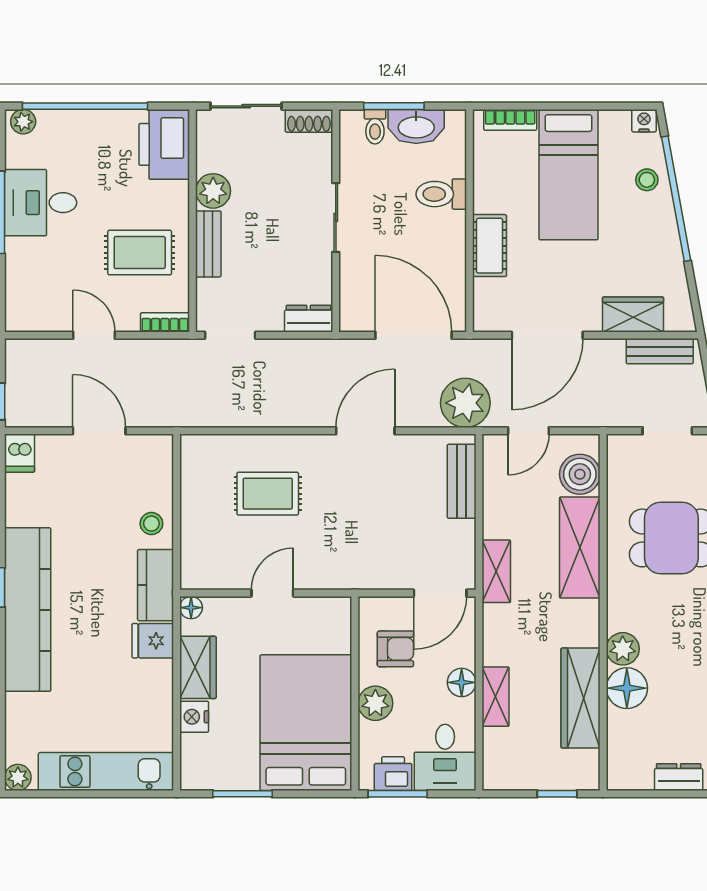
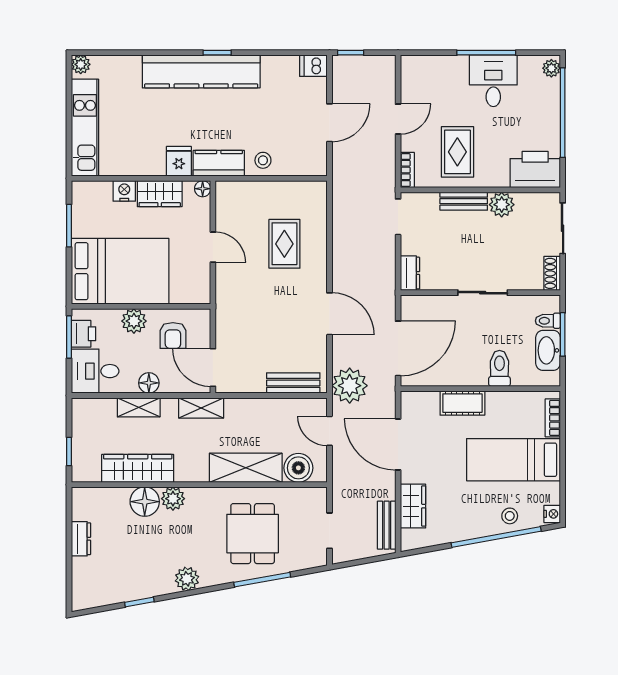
shelving: (496, 571) -> (201, 408), moved

